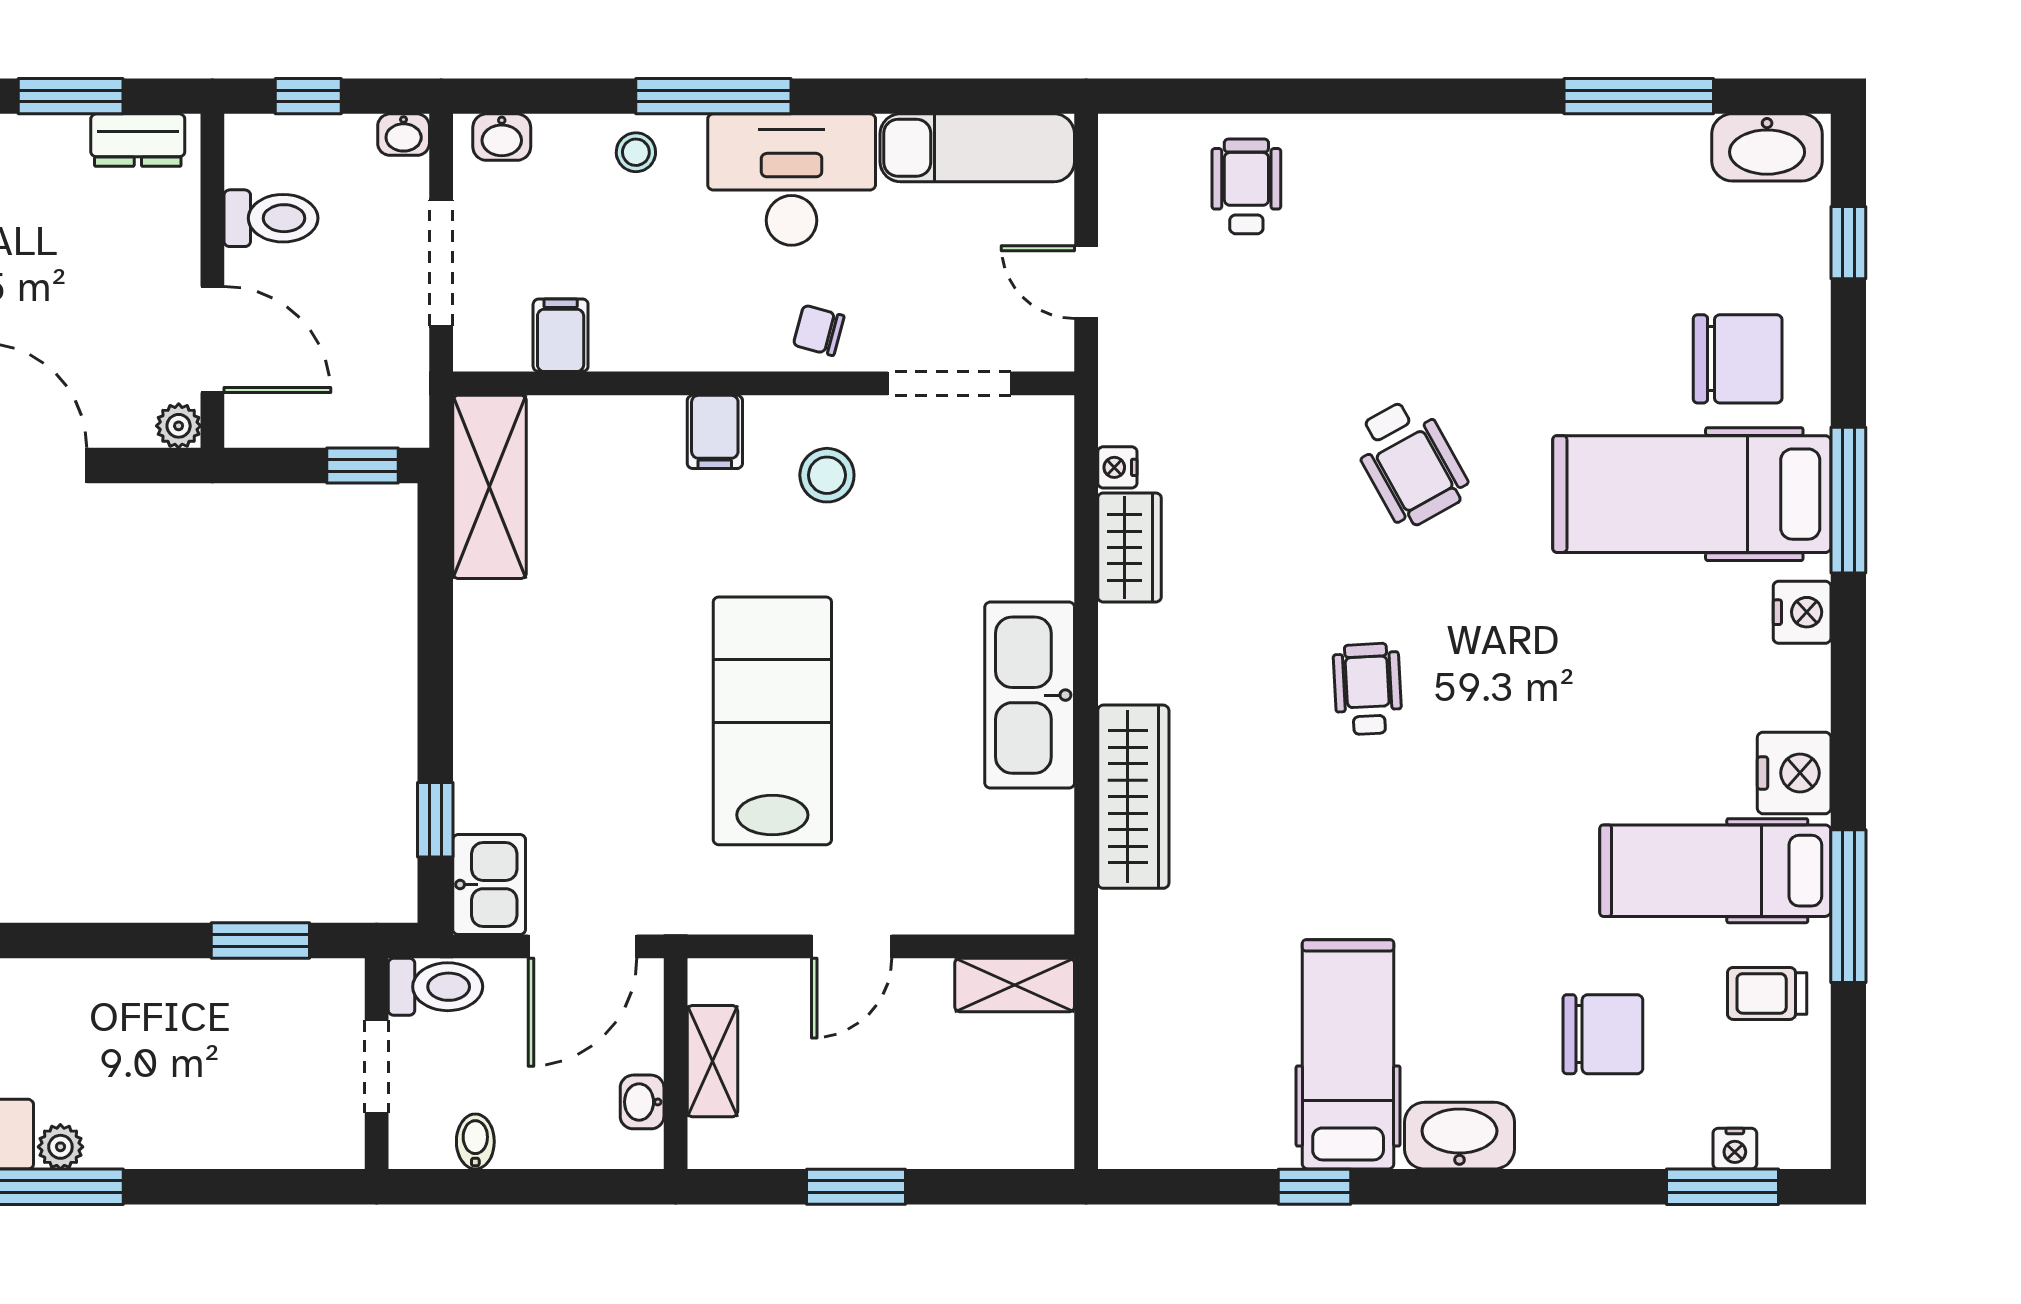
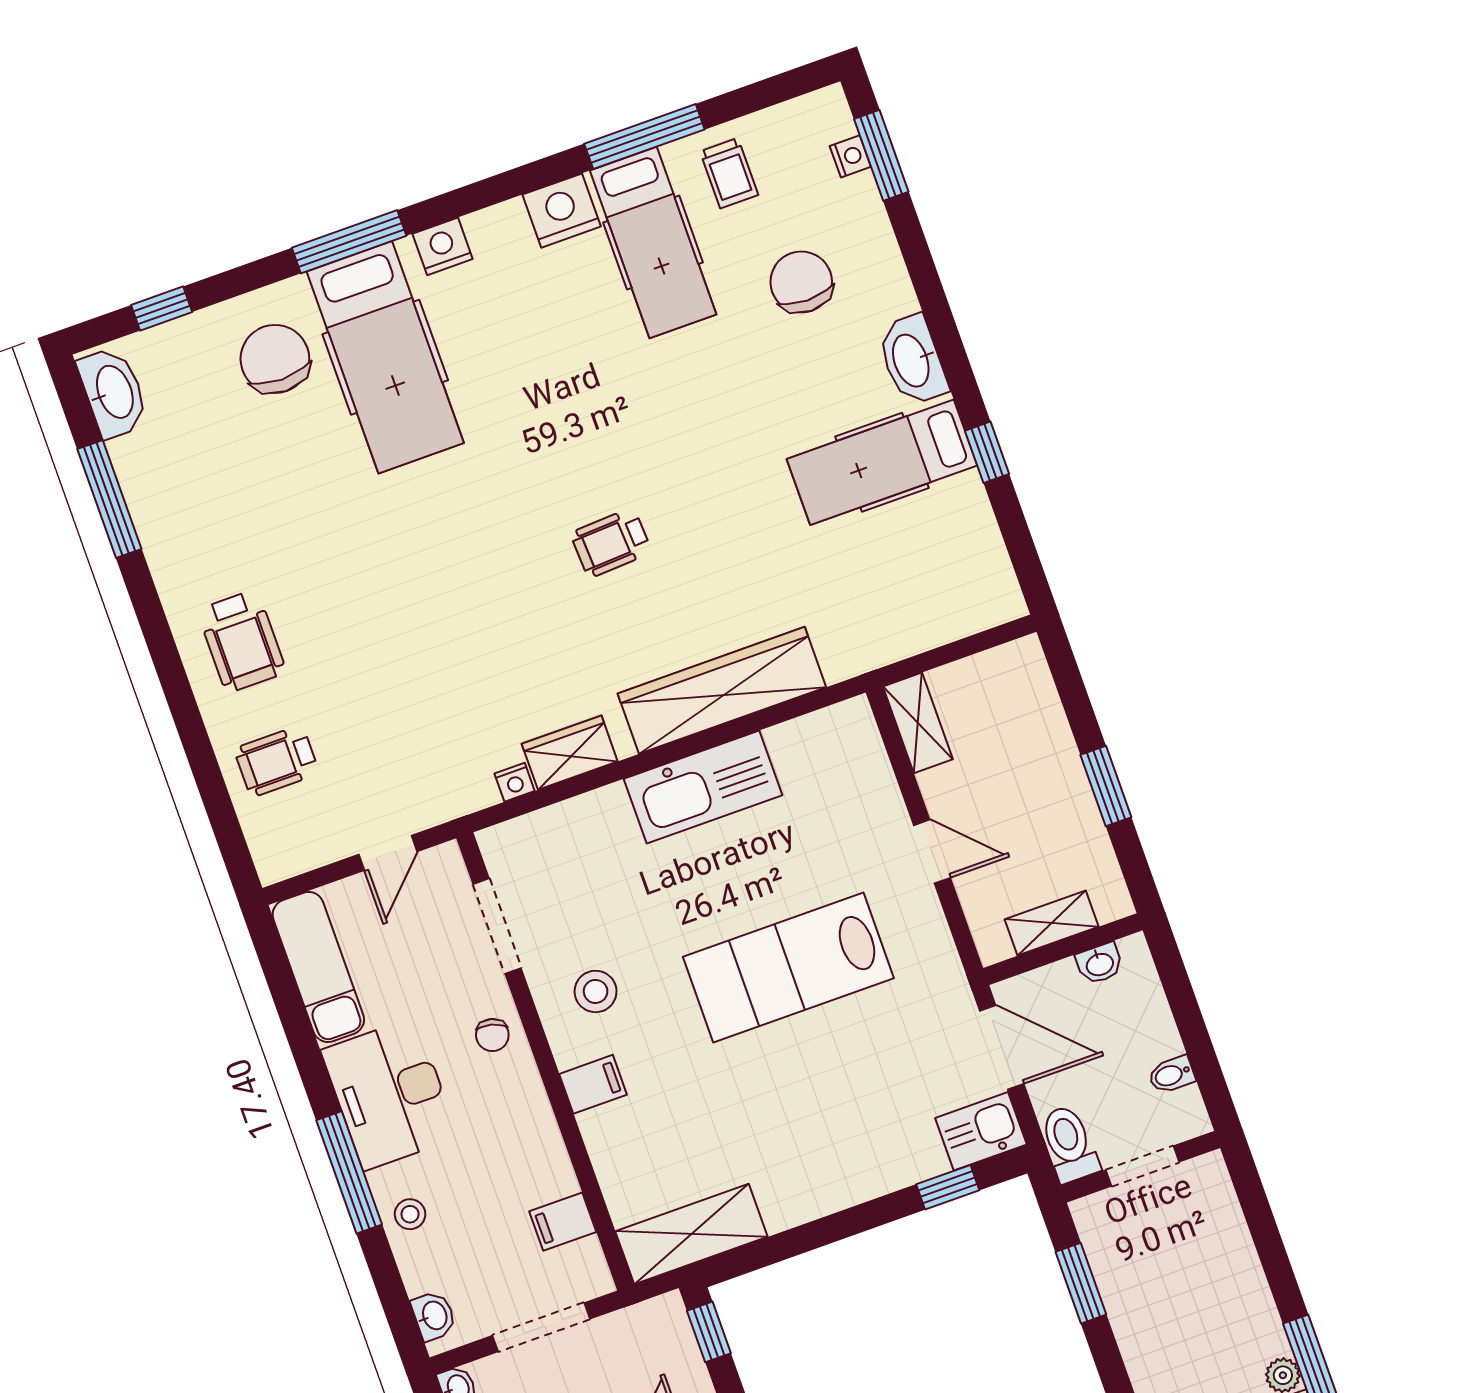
wheelchair: (1410, 463) -> (242, 641), moved, turned 119
wardrobe: (1133, 797) -> (722, 690), width x1.40, depth x1.17

